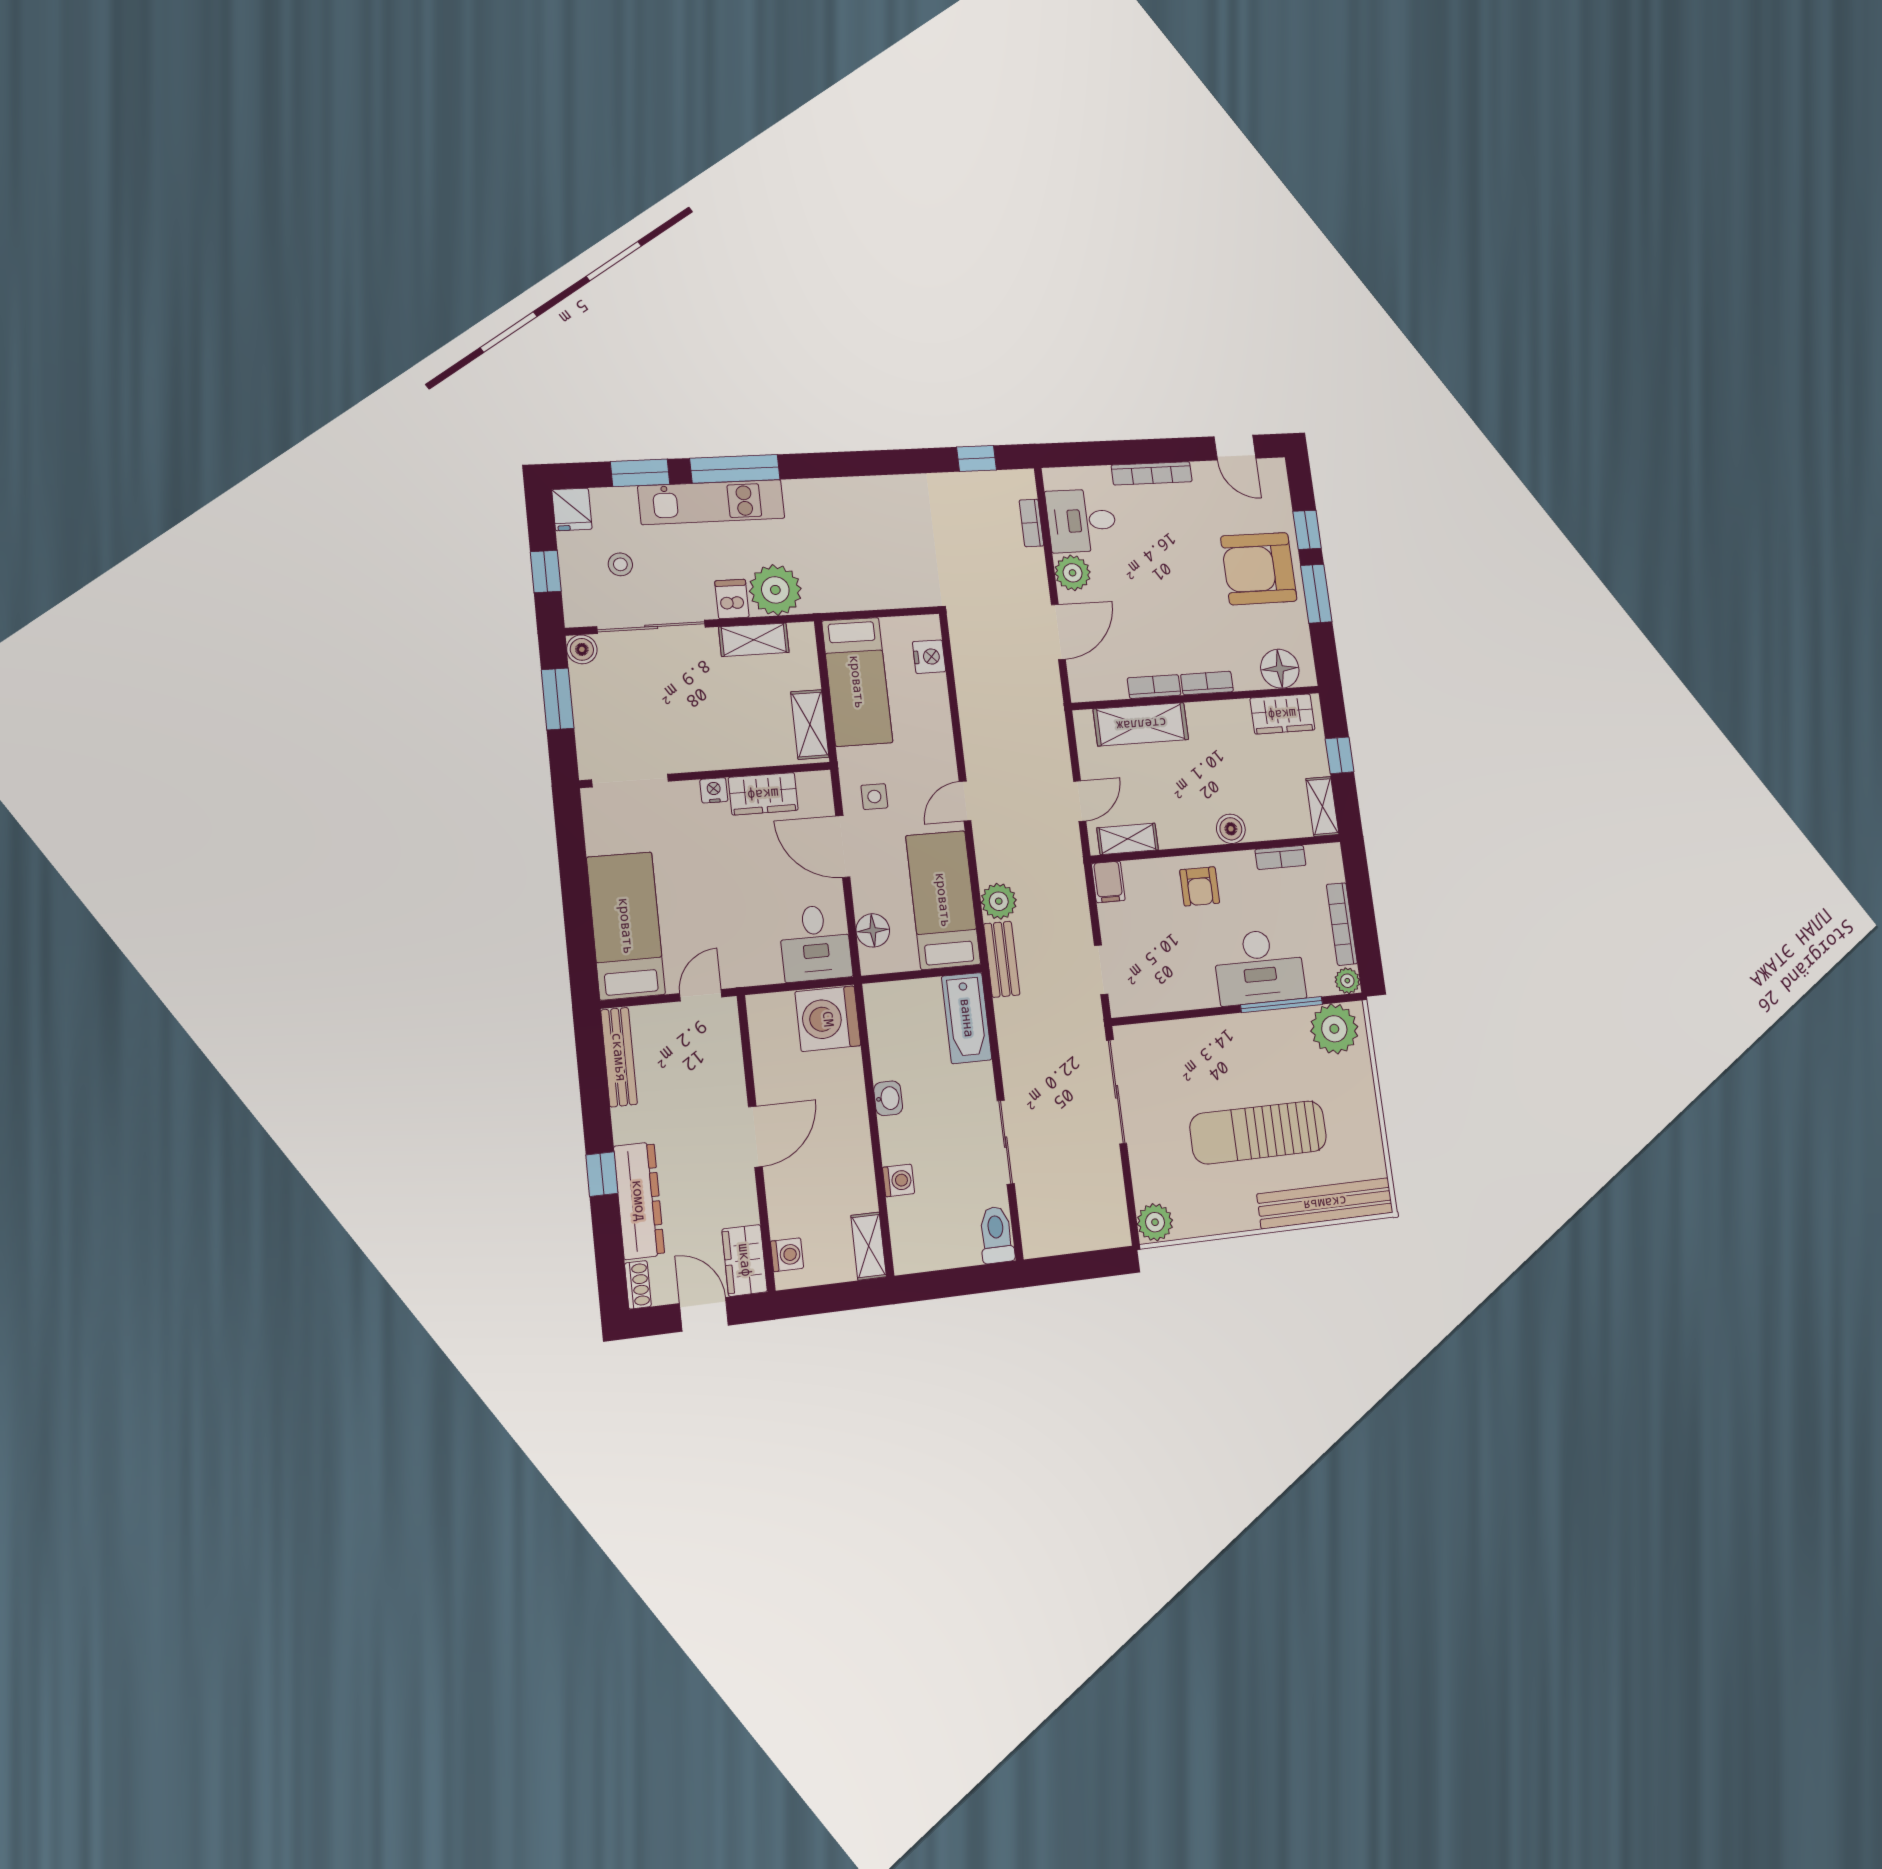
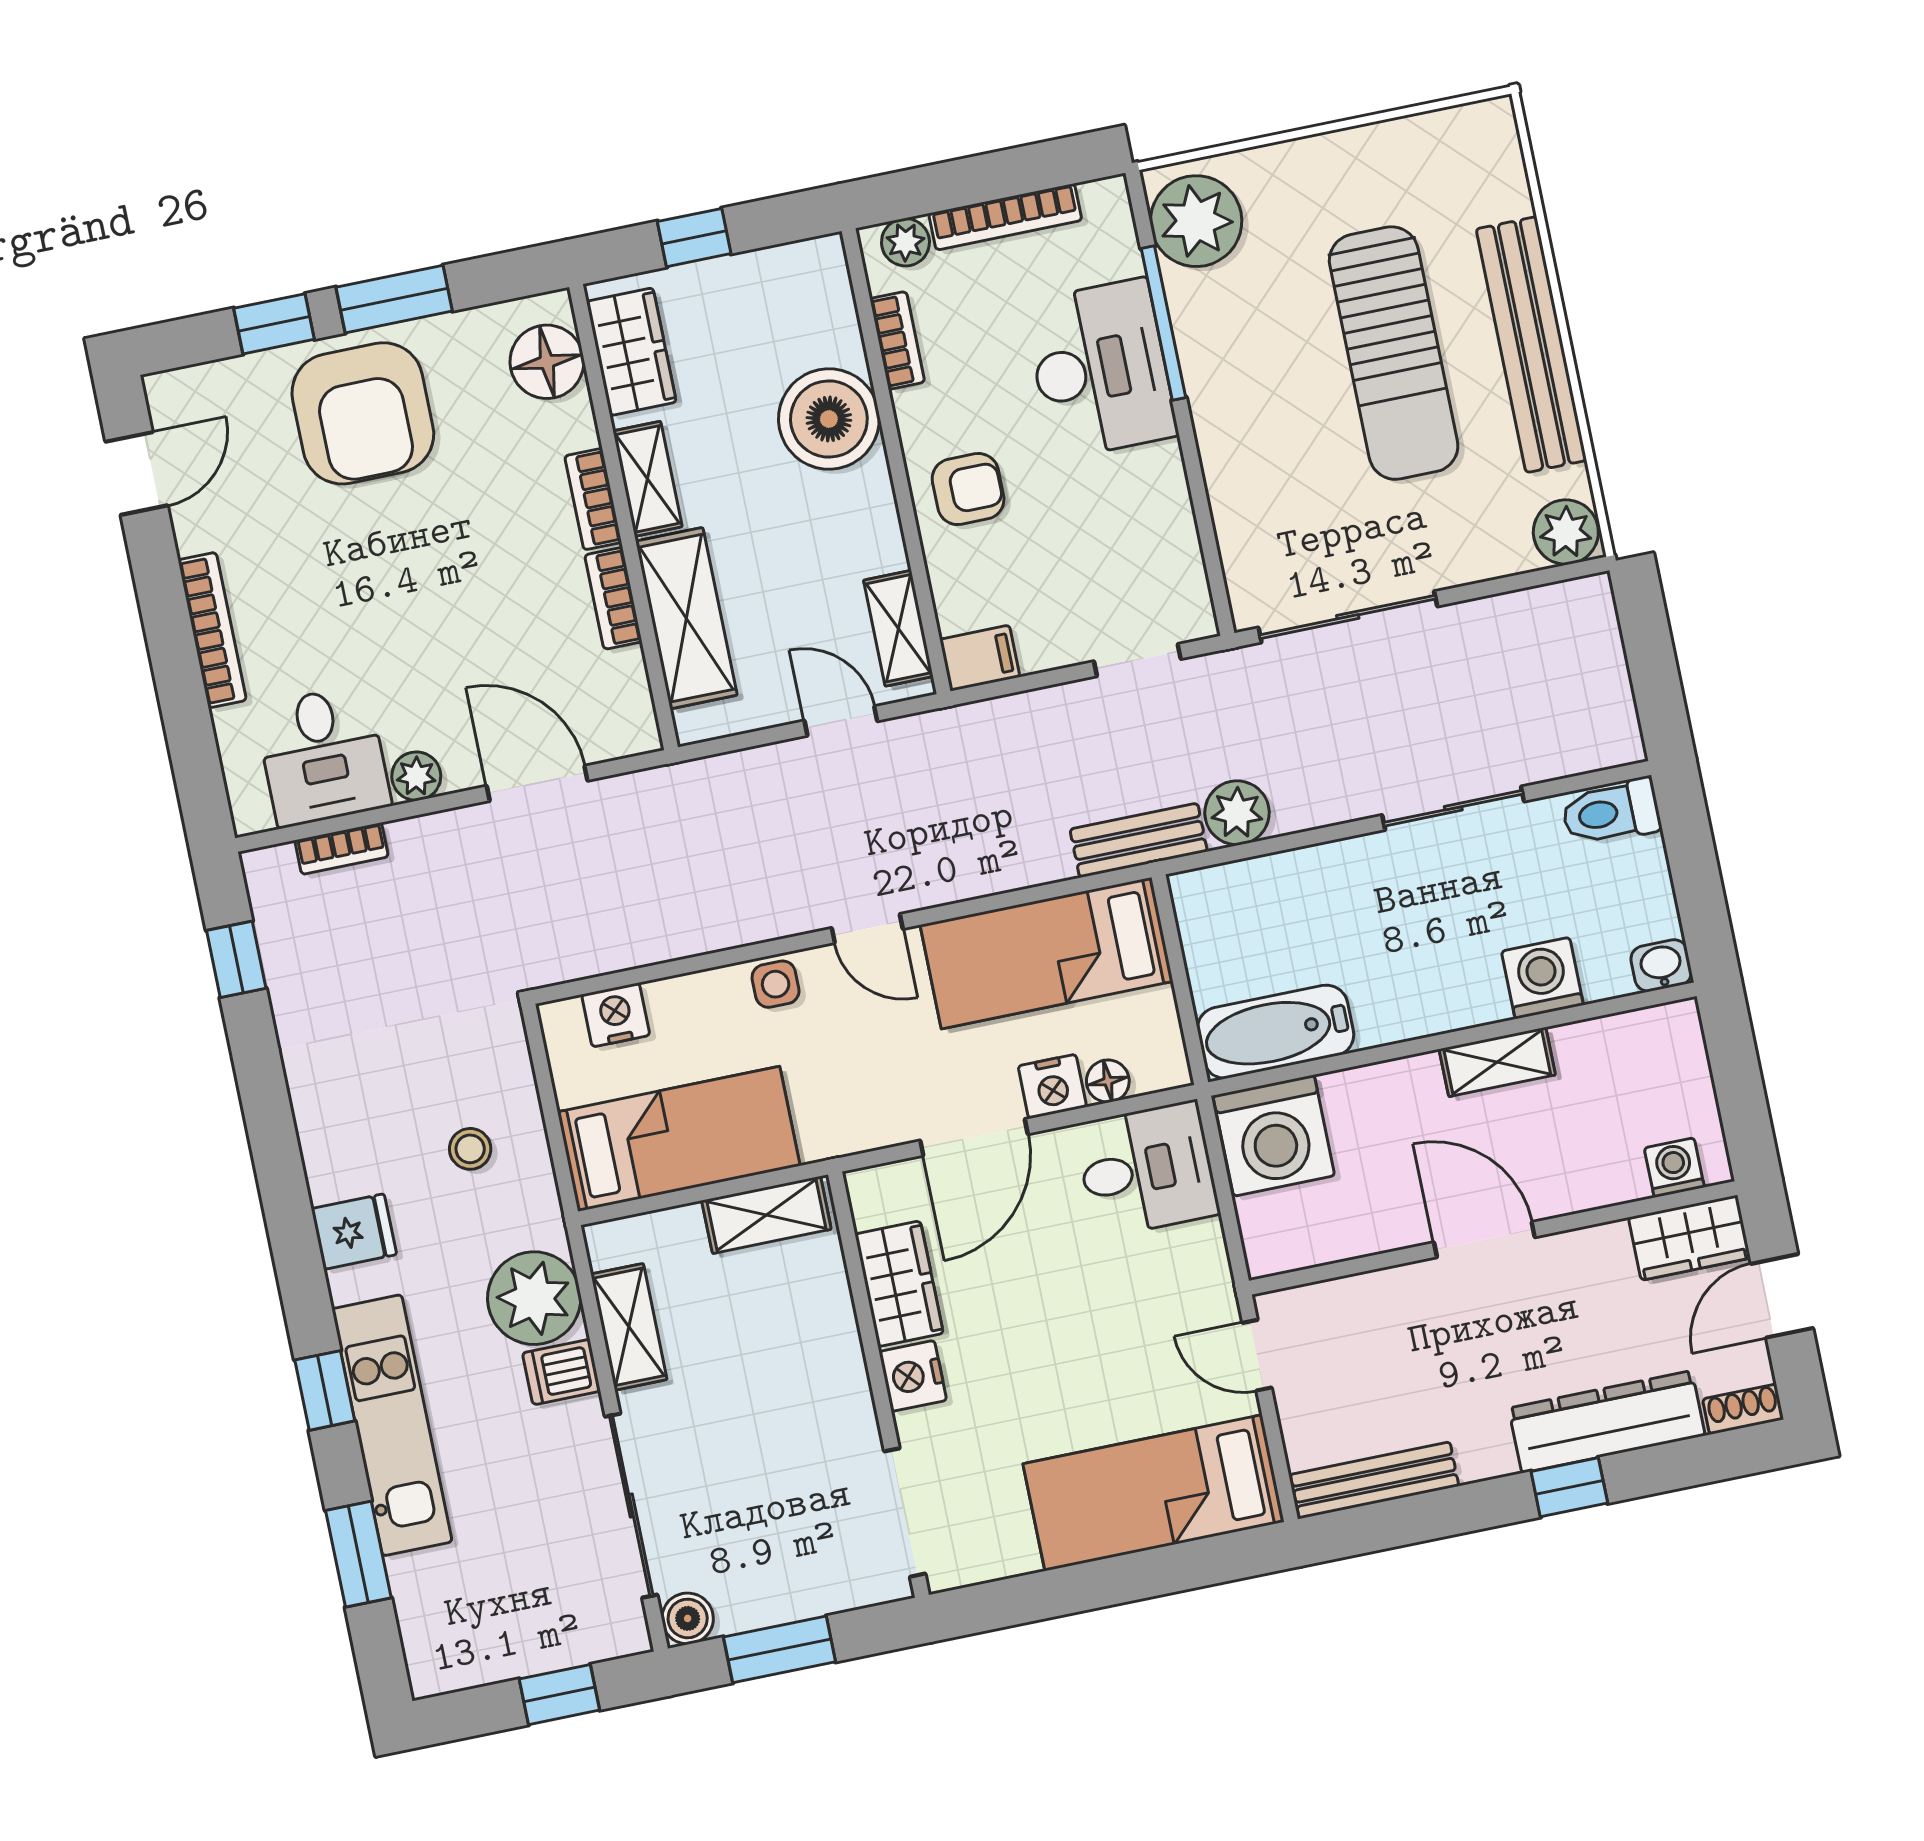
window: (735, 469) -> (325, 1390), width x0.46
fridge: (572, 509) -> (354, 1232), moved
stool: (620, 564) -> (470, 1149), moved
plant: (1073, 573) -> (416, 776), width x0.73, depth x0.73
nightstand: (714, 790) -> (913, 1376), width x1.39, depth x1.35
side table: (874, 797) -> (776, 984), moved
shelving: (1322, 806) -> (648, 479), moved, turned 90
boiler: (1231, 829) -> (829, 419), width x1.86, depth x1.86
nightstand: (868, 894) -> (1052, 1086), added
plant: (999, 901) -> (1237, 813), moved
floor lamp: (873, 930) -> (1108, 1081), width x0.73, depth x0.73
plant: (1347, 981) -> (905, 242), moved
bathtub: (967, 1018) -> (1276, 1032), moved, turned 180
washbasin: (888, 1098) -> (1661, 966), moved
washing machine: (899, 1180) -> (1542, 978), width x1.38, depth x1.38
bench: (1325, 1203) -> (1531, 345), moved
shelving: (869, 1246) -> (1497, 1062), moved

